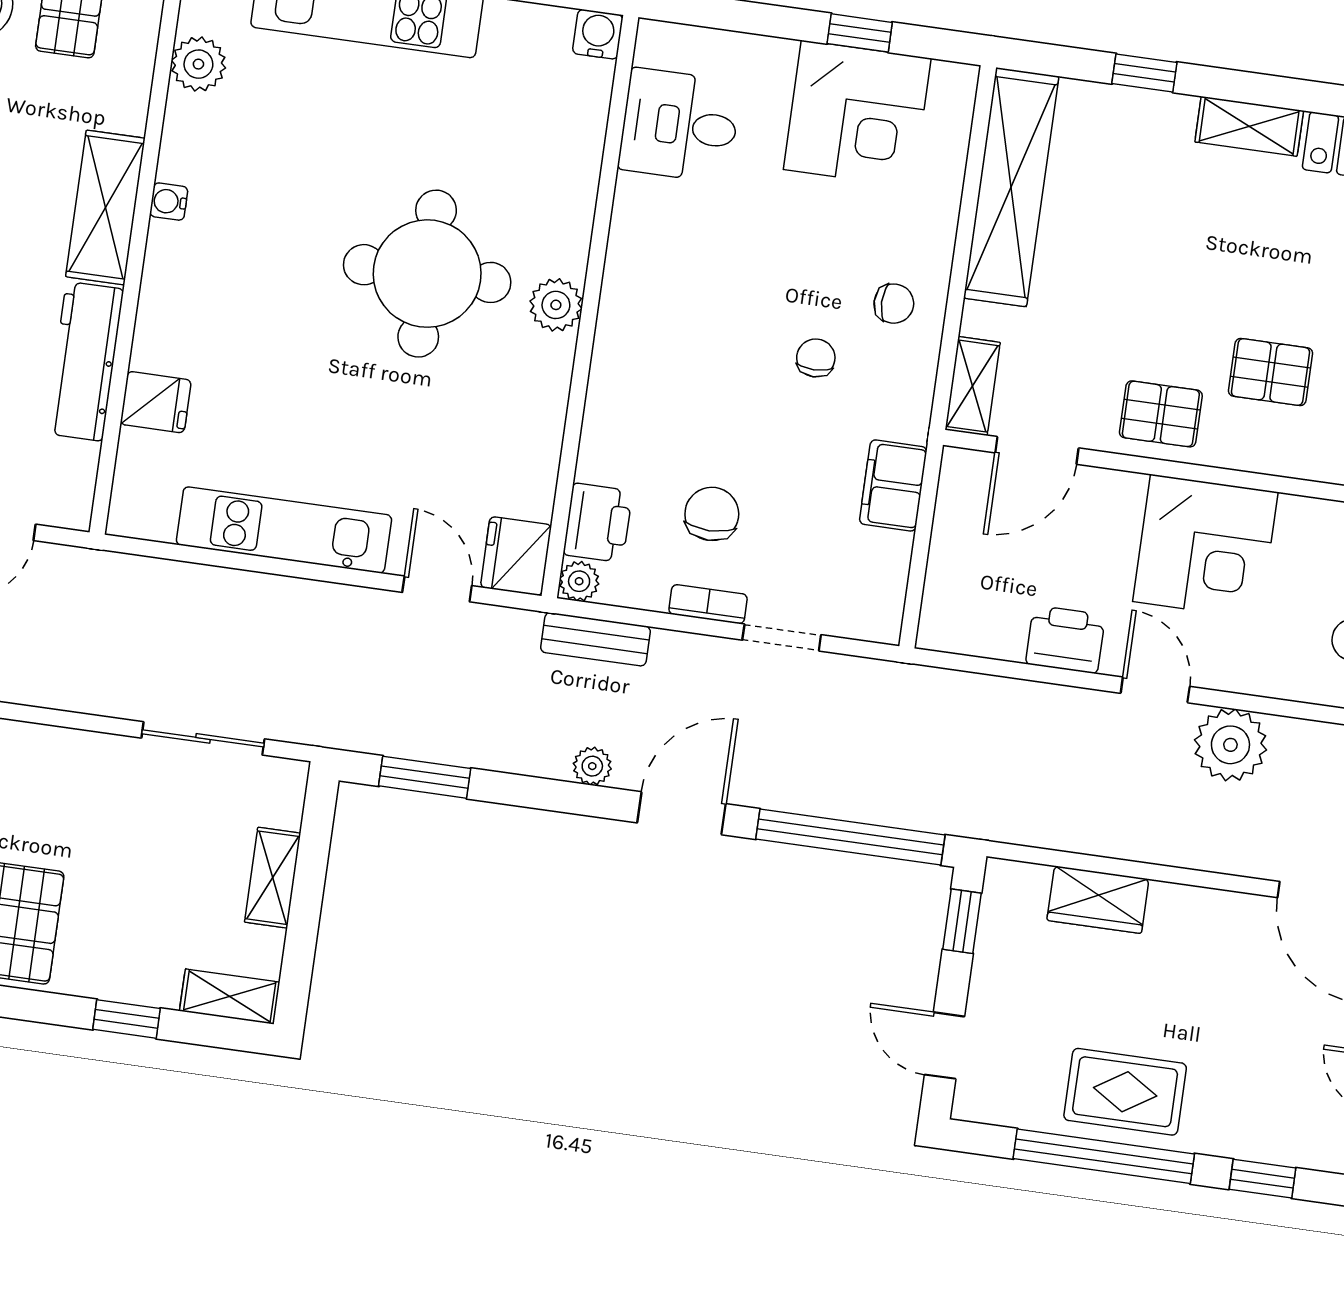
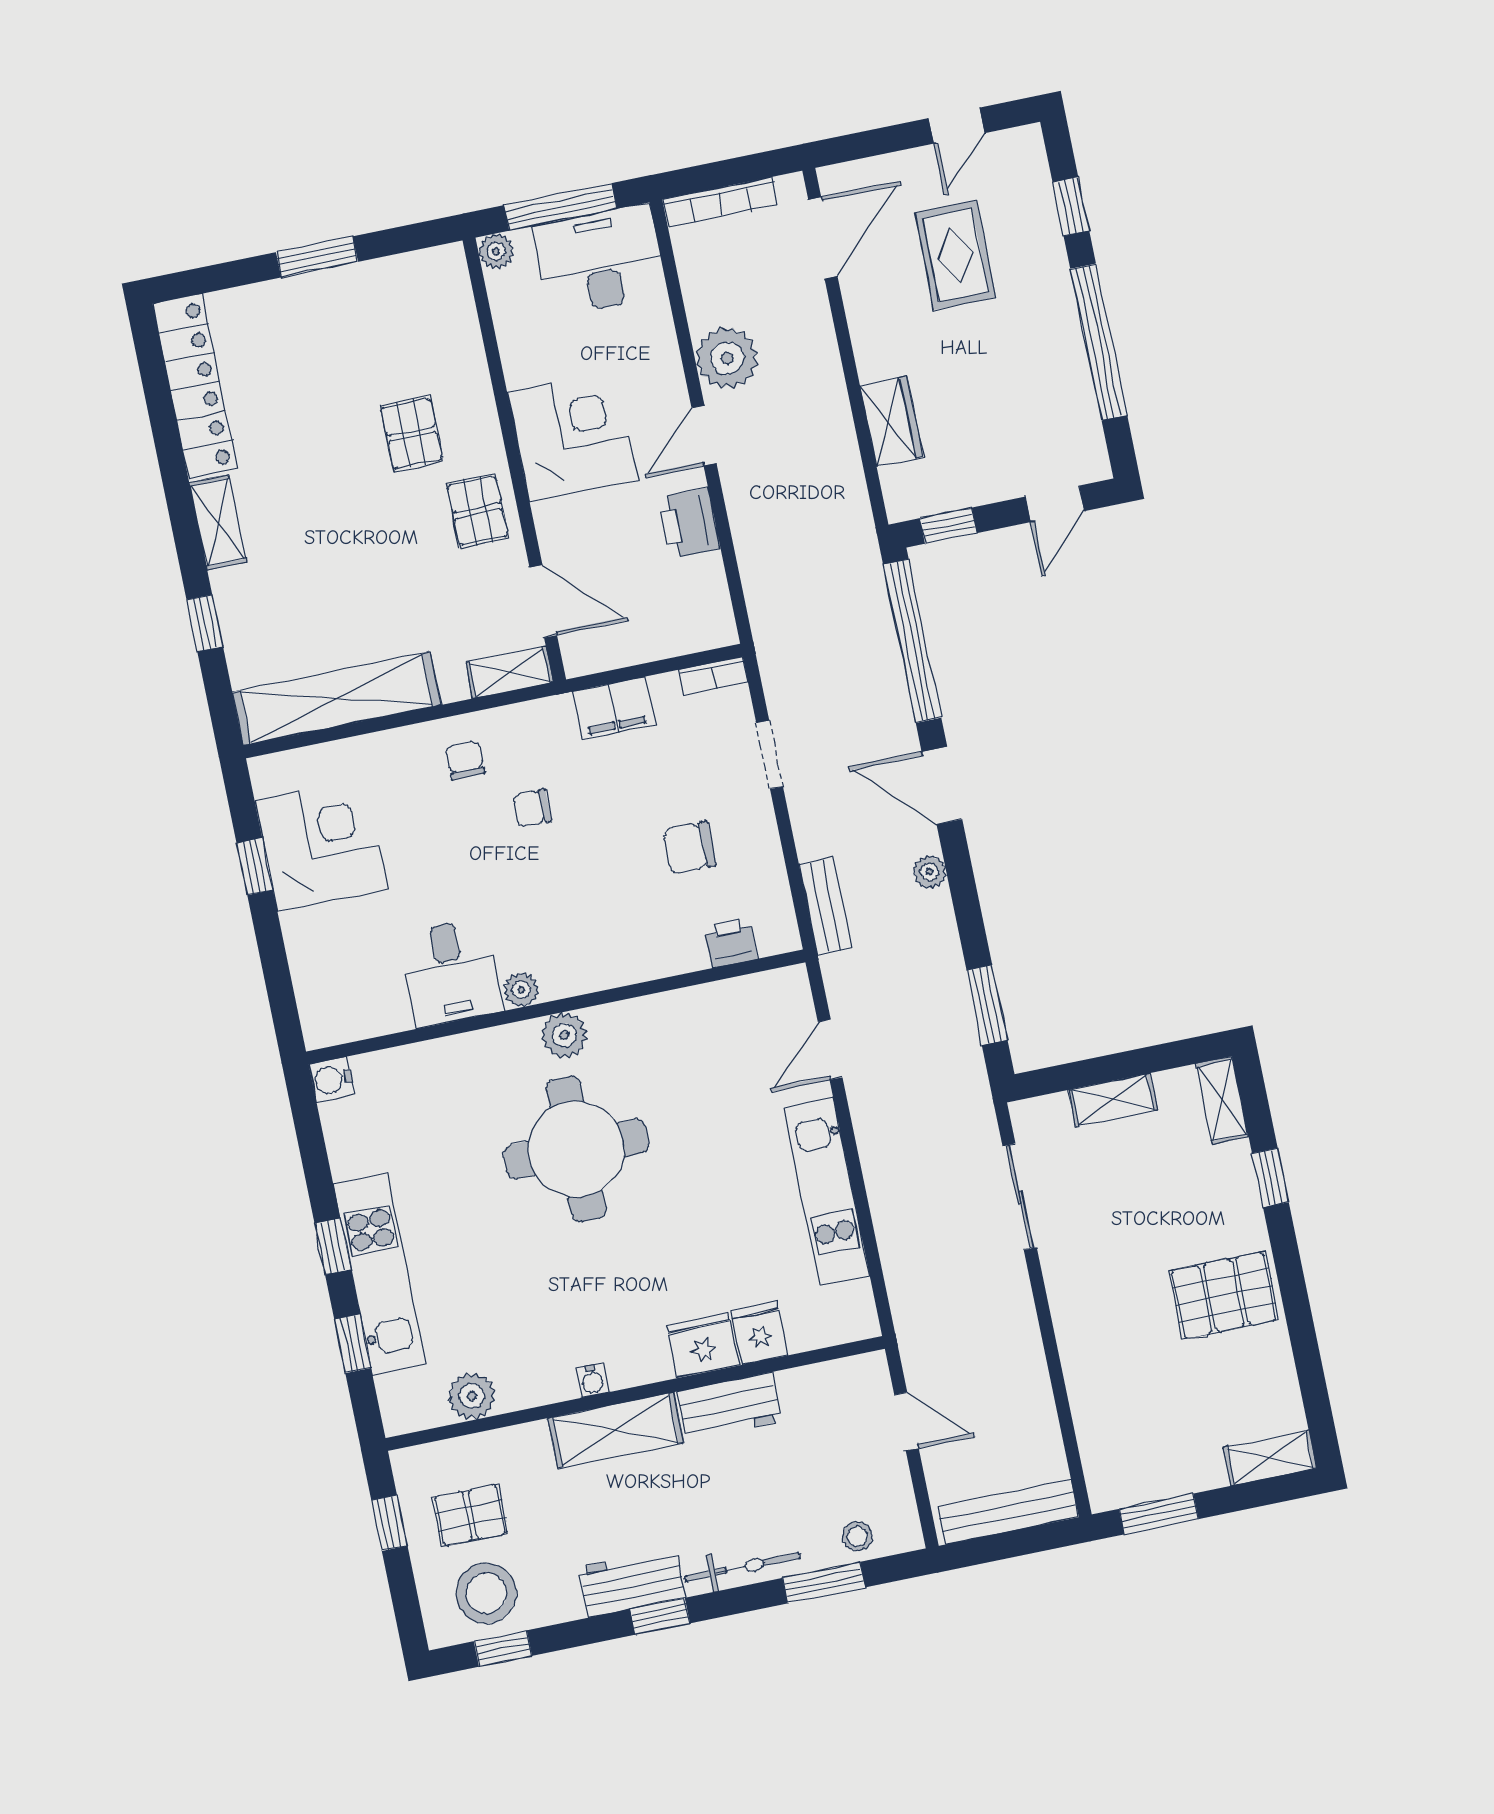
desk: (680, 125) -> (451, 972), moved
workbench: (84, 361) -> (729, 1406), width x0.73
printer: (598, 523) -> (731, 943), width x0.73, depth x0.81
fridge: (516, 556) -> (703, 1345), moved, turned 180
plant: (579, 581) -> (521, 990), moved
bookcase: (708, 604) -> (713, 676), moved, turned -90
rug: (1125, 1092) -> (955, 255), moved

